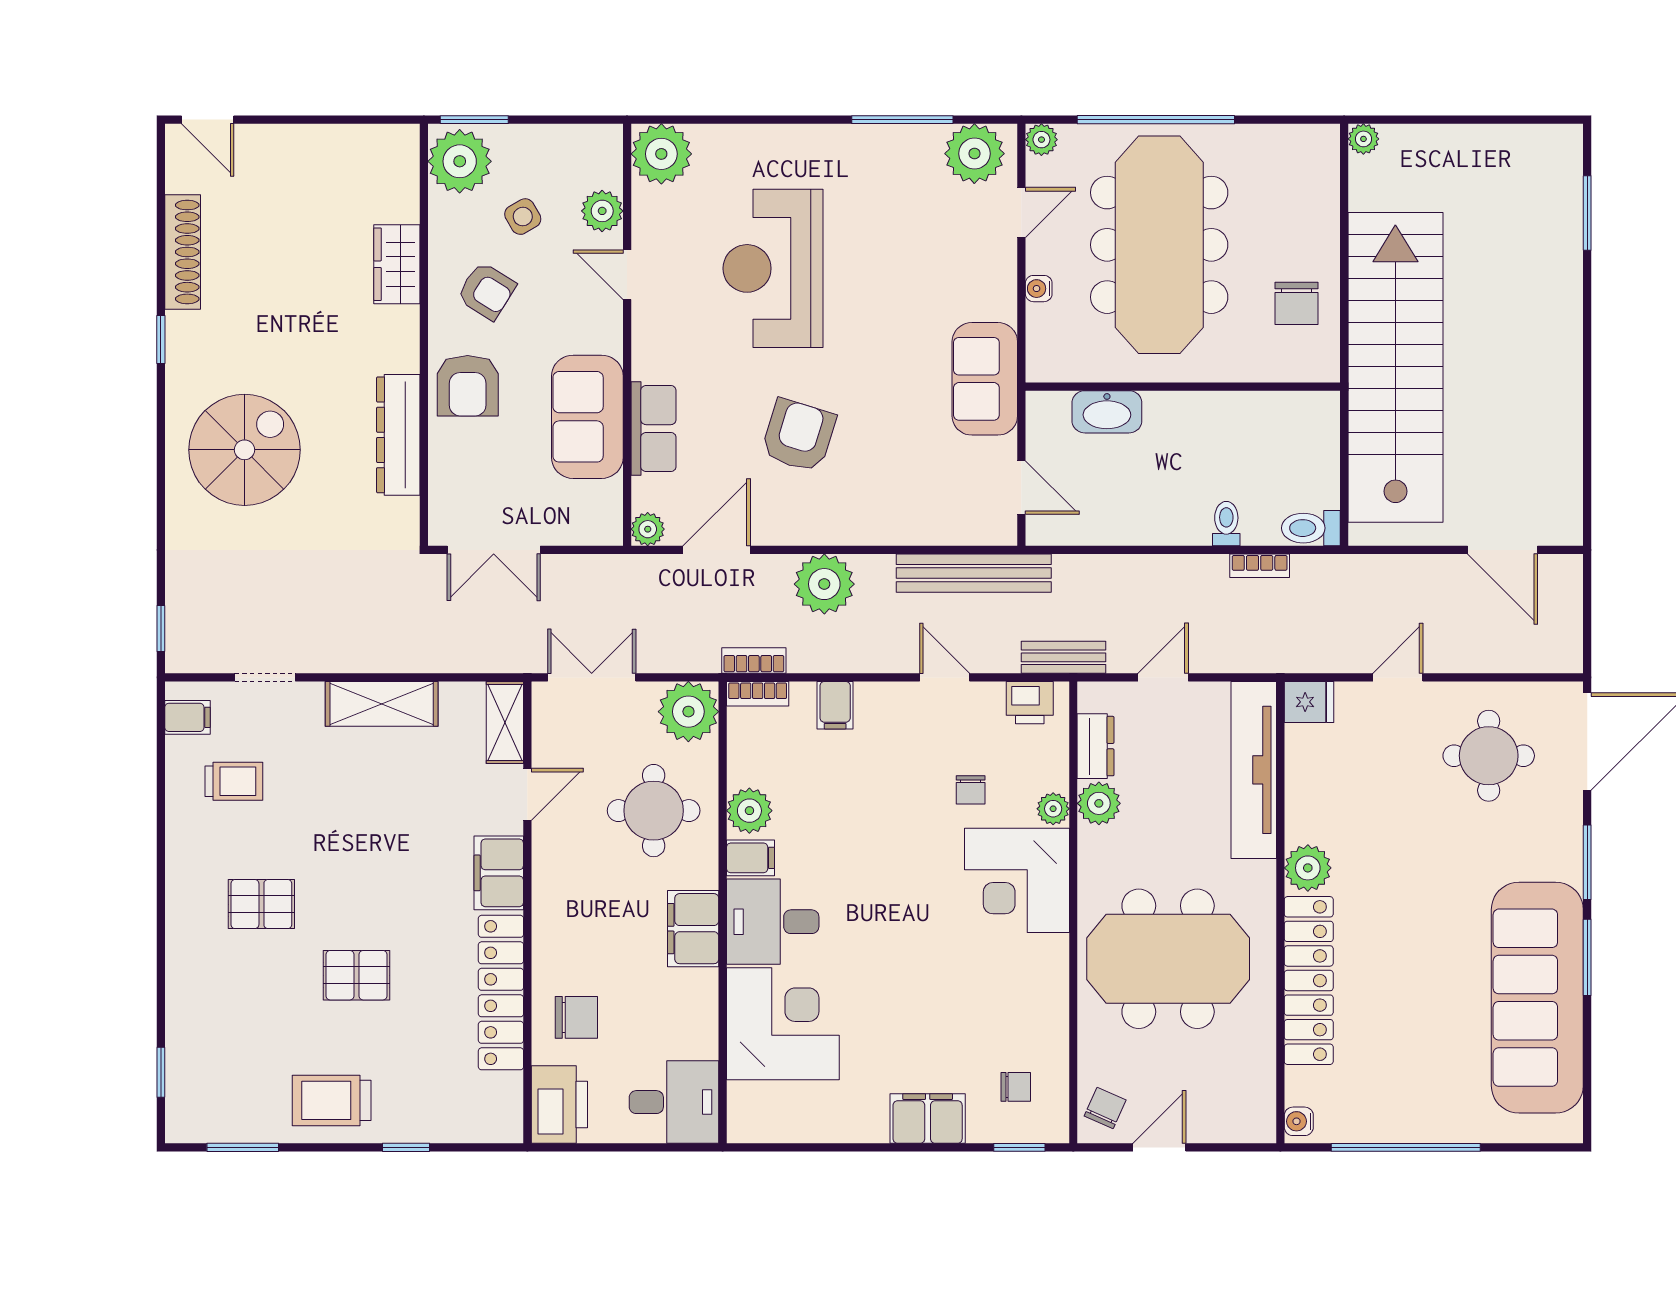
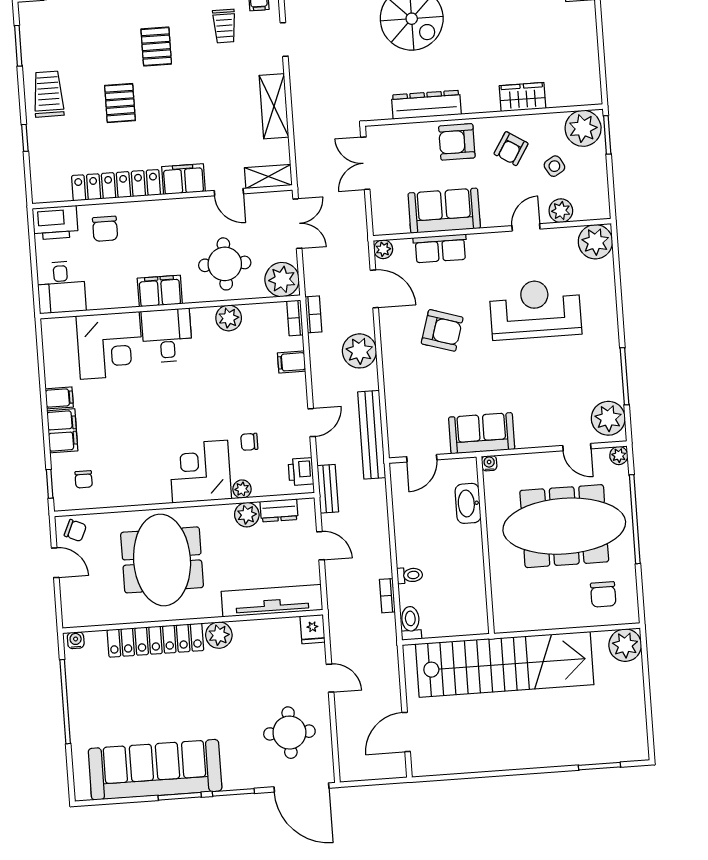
plant: (1363, 139) -> (625, 645), width x1.87, depth x1.87
water cooler: (1039, 289) -> (489, 463), moved
chair: (1296, 303) -> (603, 594), moved, turned -90
filing cabinet: (750, 858) -> (59, 398), moved, turned -90

